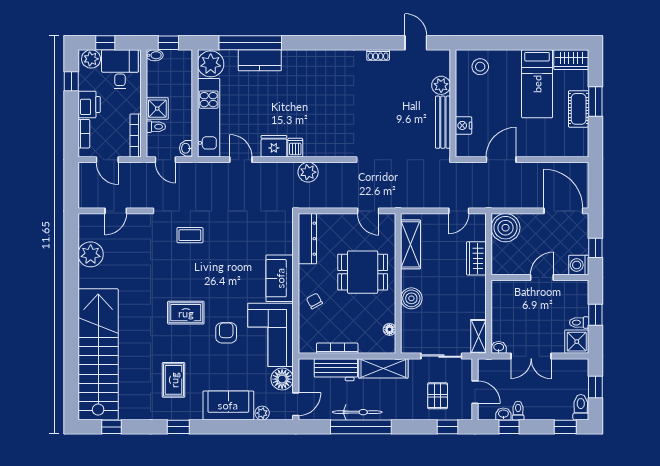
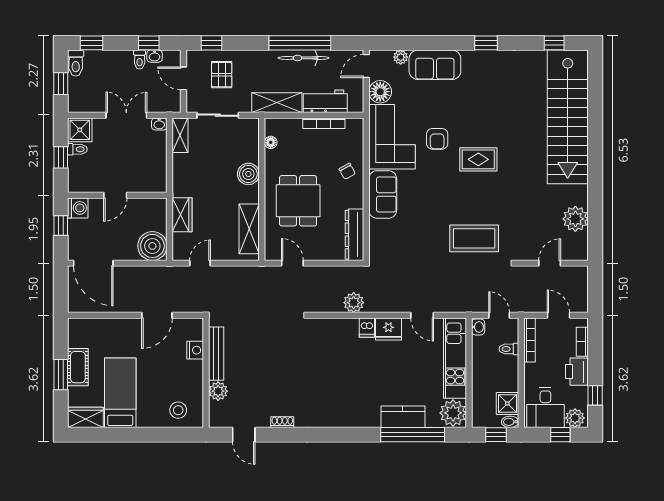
shower: (157, 109) -> (507, 403), moved
coffee table: (190, 235) -> (474, 238), width x1.86, depth x1.72
dining table: (363, 272) -> (298, 201), turned 90
rug: (174, 380) -> (491, 91), removed

